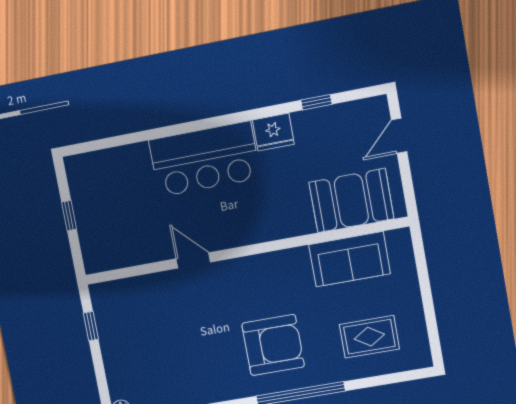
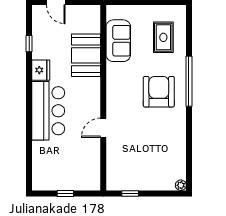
booth: (351, 200) -> (86, 55), moved

